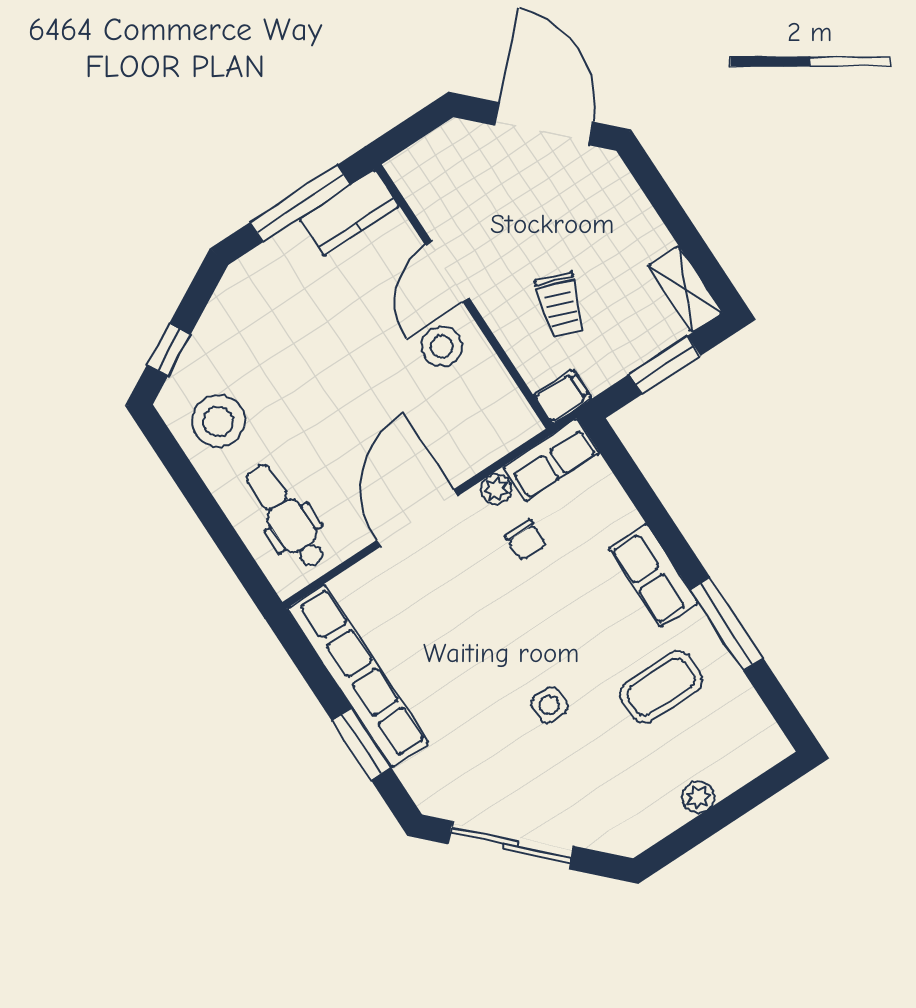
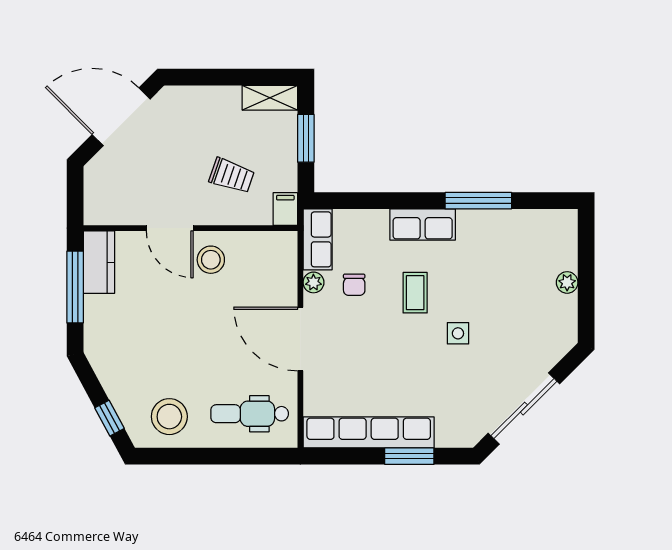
chair: (526, 540) -> (354, 285), turned 90
coffee table: (661, 687) -> (415, 293), moved, width x0.73, depth x0.77

